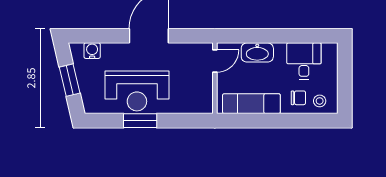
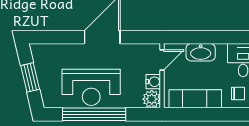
water cooler: (92, 51) -> (153, 82), moved, turned 90
plant: (203, 104) -> (152, 99), added
window: (140, 121) -> (94, 114), width x2.11

